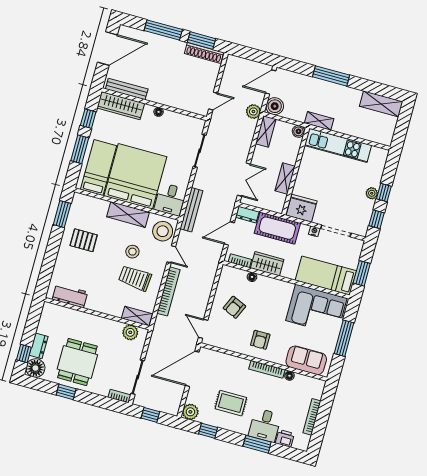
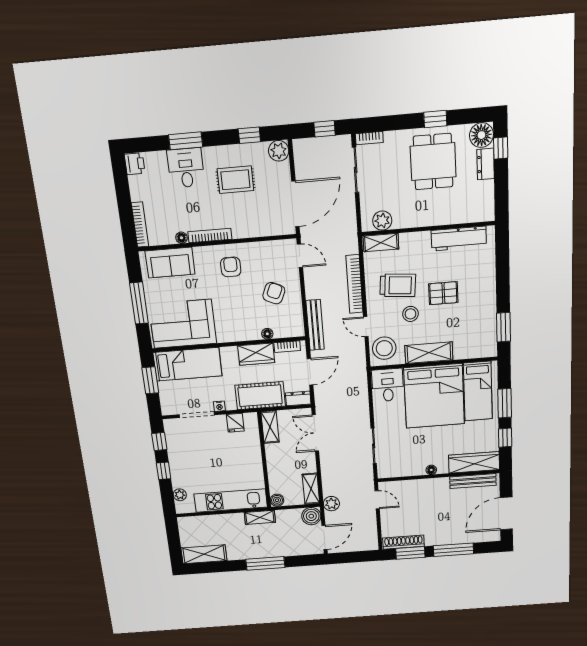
door: (213, 101) -> (377, 500), swing flipped
shelving: (285, 179) -> (270, 427), moved
plant: (372, 193) -> (180, 495), moved
fridge: (302, 208) -> (235, 423), width x0.53, depth x0.75
bench: (191, 210) -> (315, 325), moved
pallet: (84, 240) -> (443, 293), moved
workbench: (70, 296) -> (459, 239), width x1.38
bookcase: (312, 417) -> (140, 225), moved
printer: (285, 438) -> (135, 164), moved, turned -90

